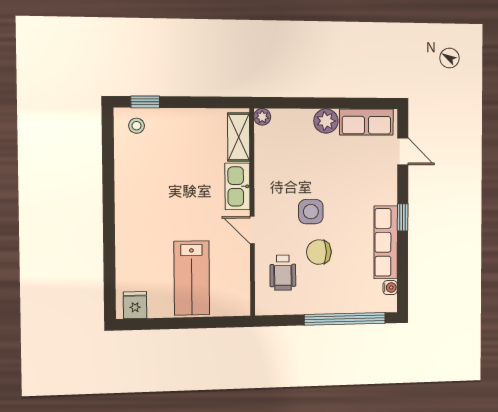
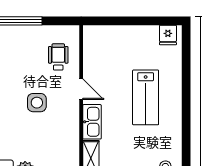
chair: (319, 252) -> (31, 72), removed
lab bench: (192, 278) -> (146, 97), moved, turned 180

